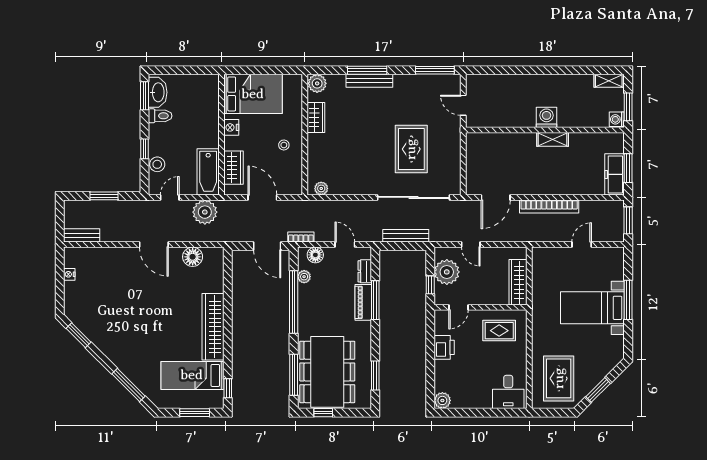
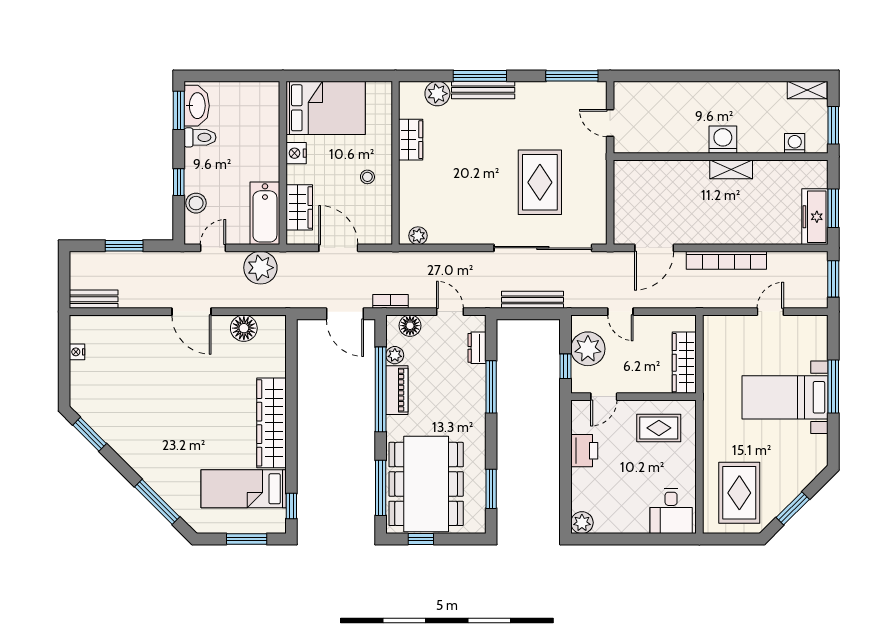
plant: (317, 83) -> (437, 94), moved
washing machine: (617, 119) -> (795, 143), moved, turned 90
piano: (363, 302) -> (397, 390), moved, turned 180

